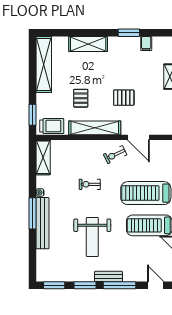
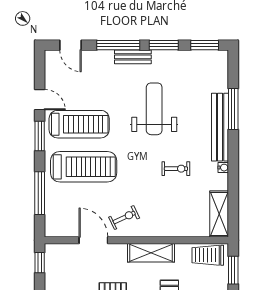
shelving: (95, 128) -> (151, 253), width x0.68
exercise bike: (90, 184) -> (176, 169), moved
window: (32, 213) -> (233, 109), moved

